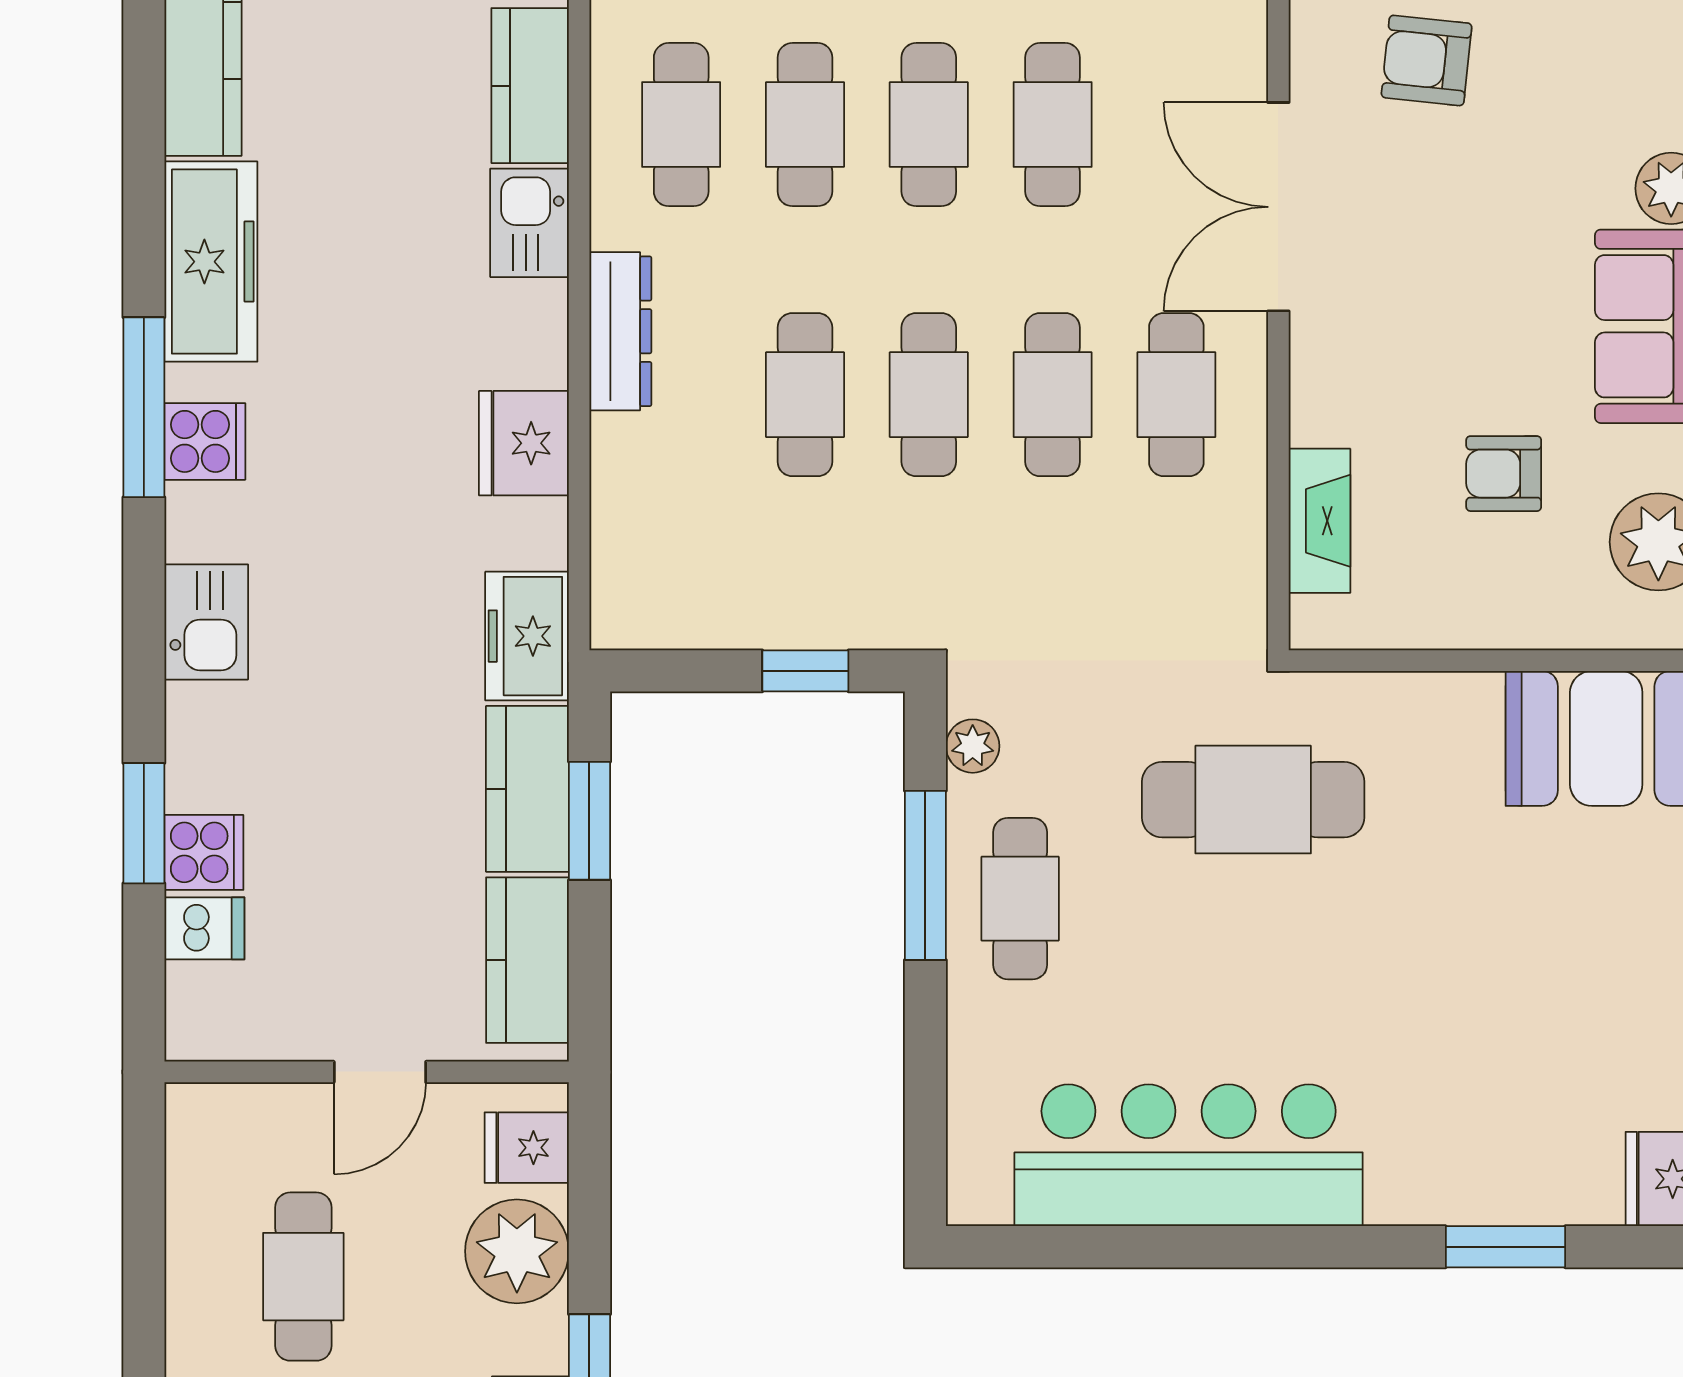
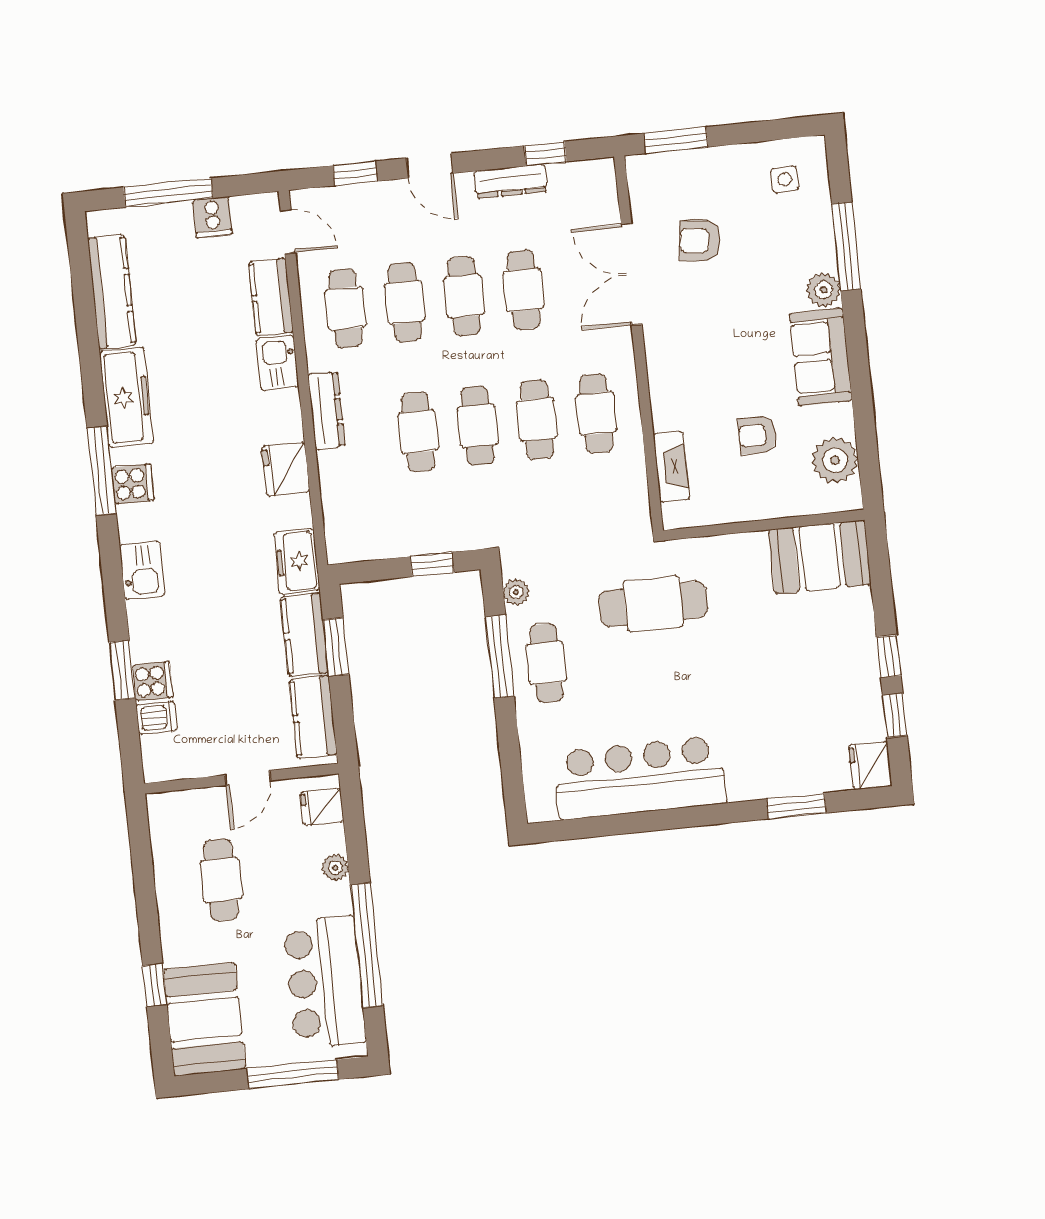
double door: (1278, 207) -> (631, 274), moved
plant: (517, 1251) -> (335, 868), width x0.53, depth x0.53

